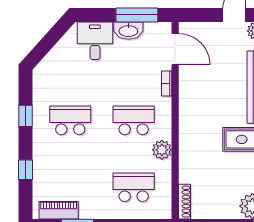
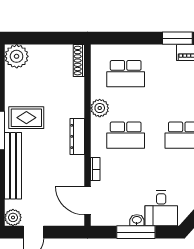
window: (137, 15) -> (136, 232), moved
washbasin: (128, 31) -> (137, 220), width x0.52, depth x0.69
dresser: (186, 119) -> (77, 136), added

